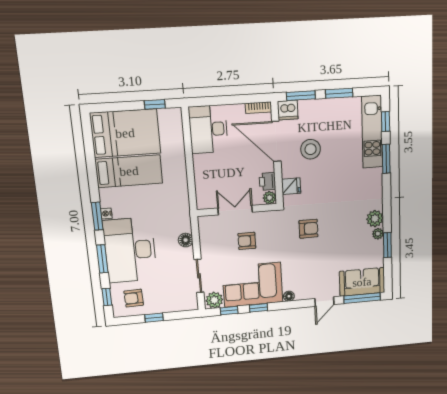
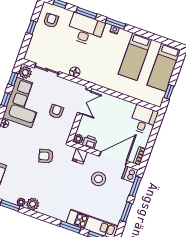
desk: (208, 129) -> (144, 120), width x0.73
bed: (125, 133) -> (164, 67), width x0.67
double door: (235, 210) -> (84, 102), moved
armchair: (308, 229) -> (46, 156), turned 75
desk: (130, 250) -> (85, 30), width x0.73, depth x0.77

